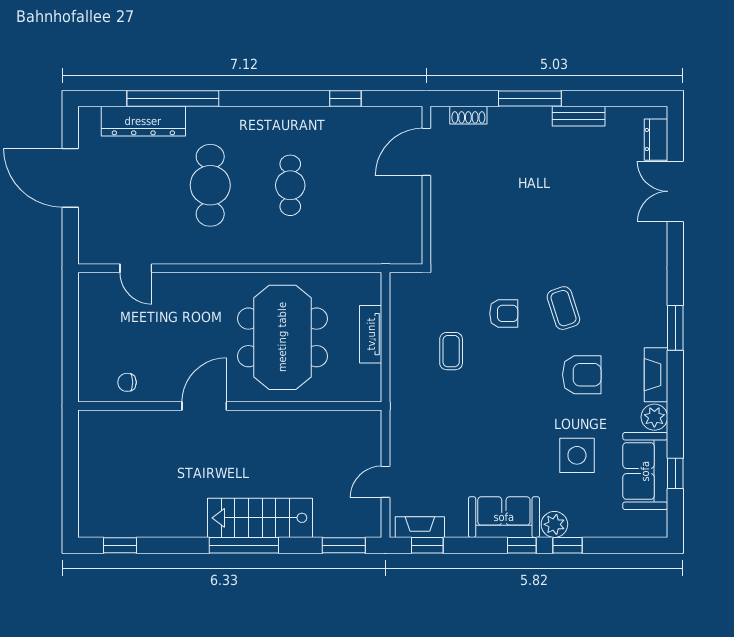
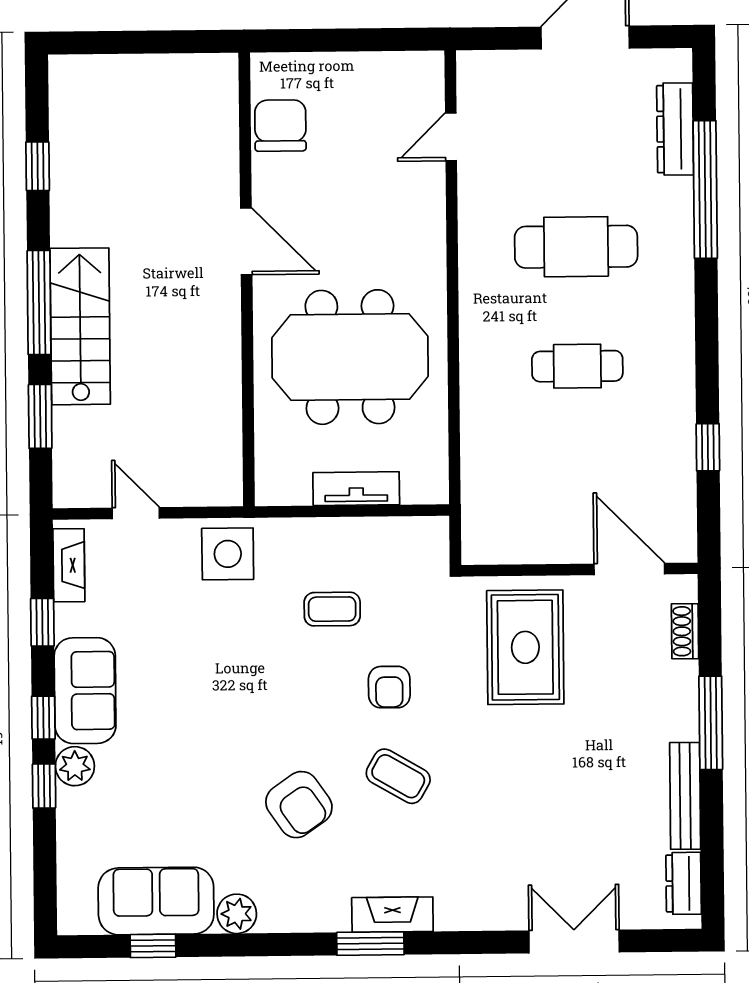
bench: (579, 116) -> (685, 796), width x1.36
dresser: (143, 121) -> (675, 129), width x0.73, depth x0.80
dresser: (656, 140) -> (684, 883), moved, turned -90
rug: (478, 222) -> (525, 647), added
coffee table: (563, 308) -> (398, 776), turned 48
armchair: (582, 375) -> (299, 805), turned -35
fireplace: (656, 375) -> (392, 915), moved
chair: (127, 382) -> (280, 126), width x1.87, depth x1.87
side table: (577, 455) -> (228, 554), moved
window: (120, 545) -> (38, 166), moved
window: (344, 545) -> (40, 416), moved
window: (427, 545) -> (42, 622), moved

